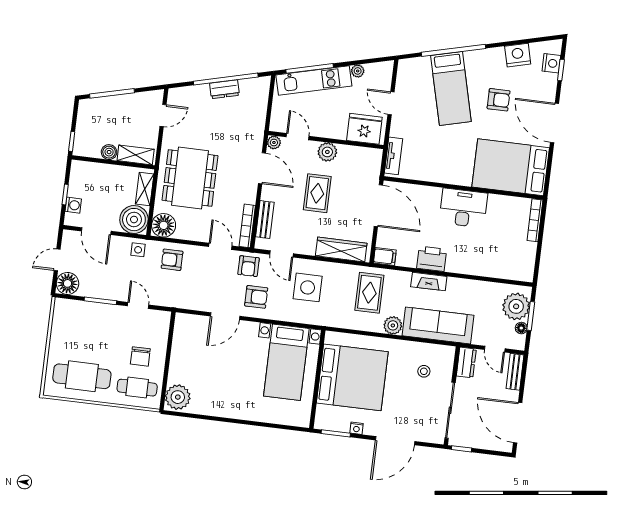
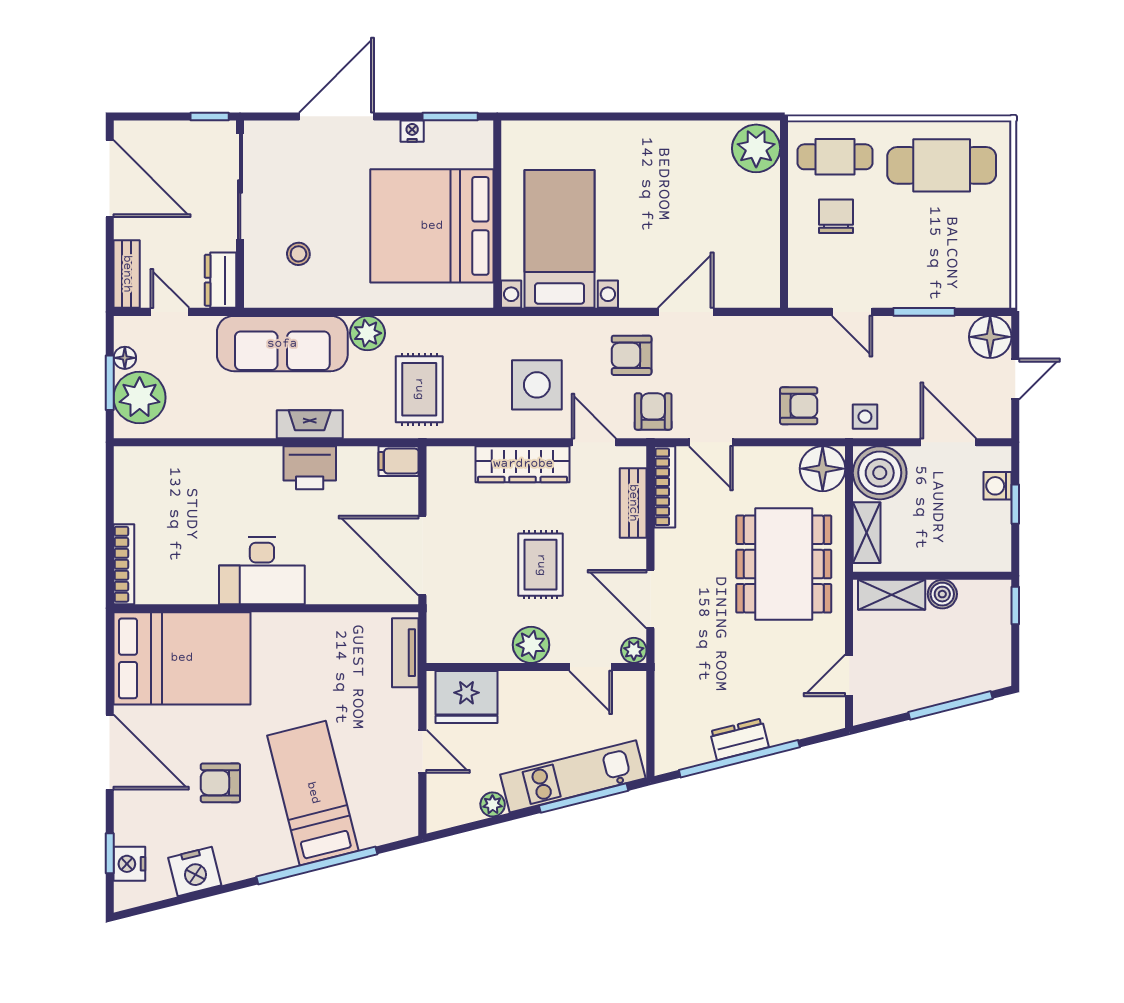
wardrobe: (341, 249) -> (523, 464), moved

